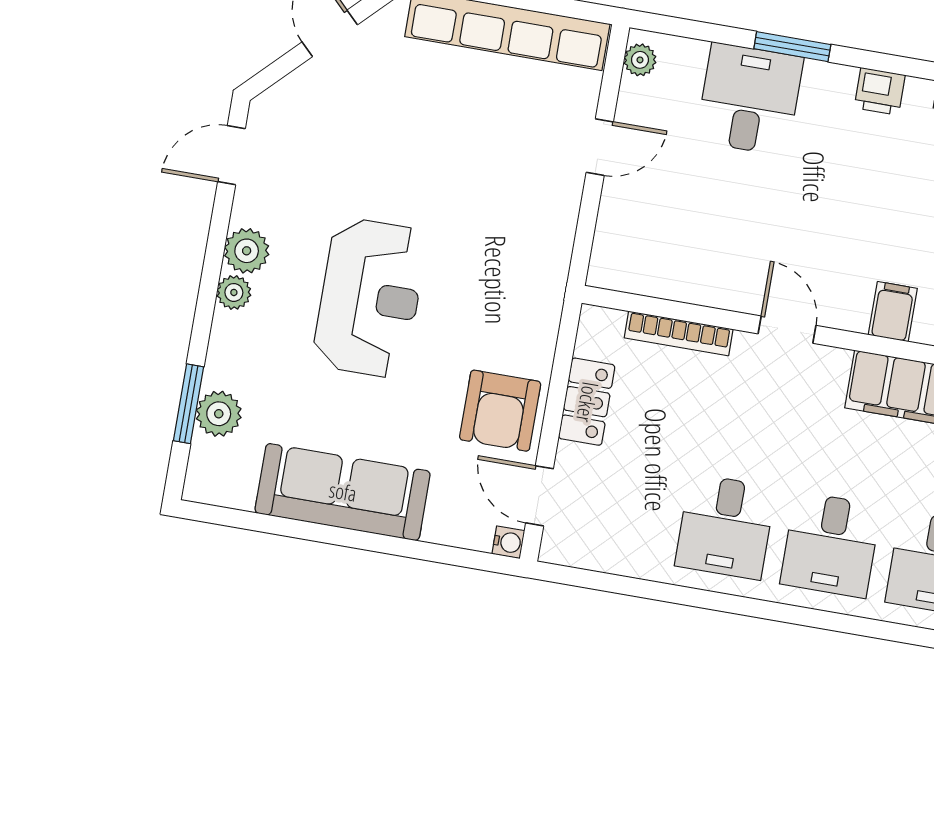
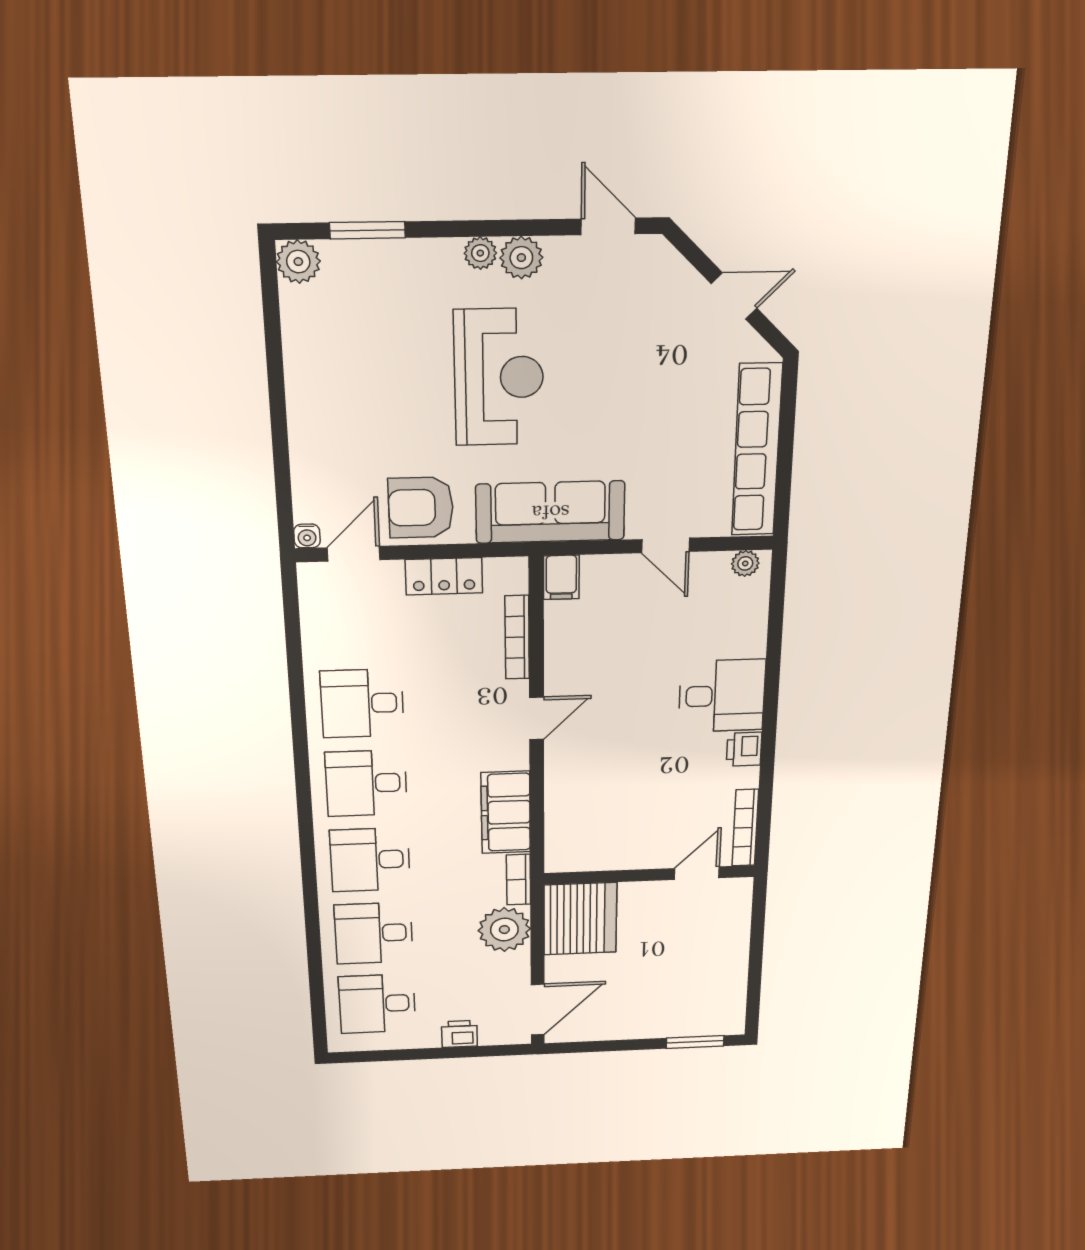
window: (792, 47) -> (772, 678), removed
desk: (750, 99) -> (722, 696), moved
reception desk: (370, 298) -> (499, 377), turned -90
filing cabinet: (893, 312) -> (561, 577), moved, turned 90
plant: (219, 414) -> (298, 262), moved
sofa: (343, 492) -> (550, 512), moved, turned -90

